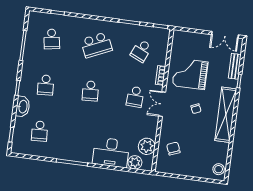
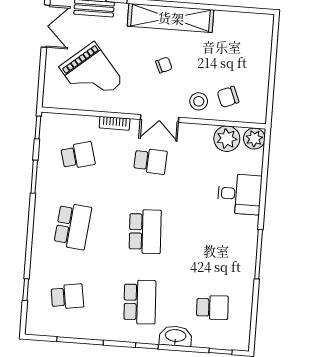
school desk: (96, 45) -> (73, 226), turned 30
school desk: (141, 51) -> (78, 156), turned -39
grand piano: (190, 74) -> (91, 74), moved, turned -40
school desk: (46, 85) -> (140, 302), width x1.85
school desk: (90, 91) -> (145, 232), width x1.85
desk: (111, 152) -> (240, 194), width x0.73
plant: (135, 162) -> (254, 138), moved
stool: (219, 169) -> (199, 101), moved

